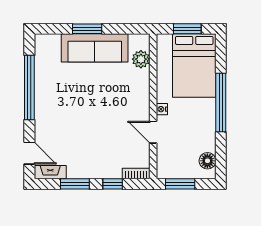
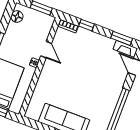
plant: (141, 59) -> (36, 102), removed
window: (75, 184) -> (122, 38), moved

